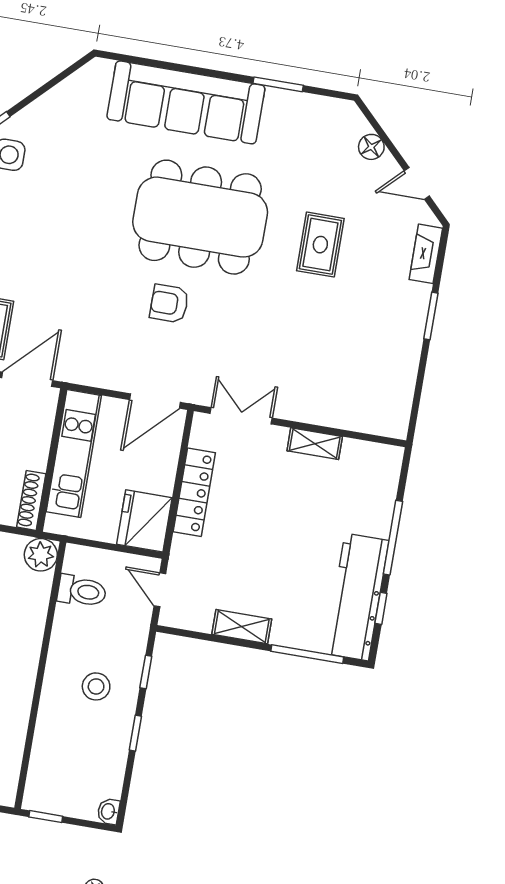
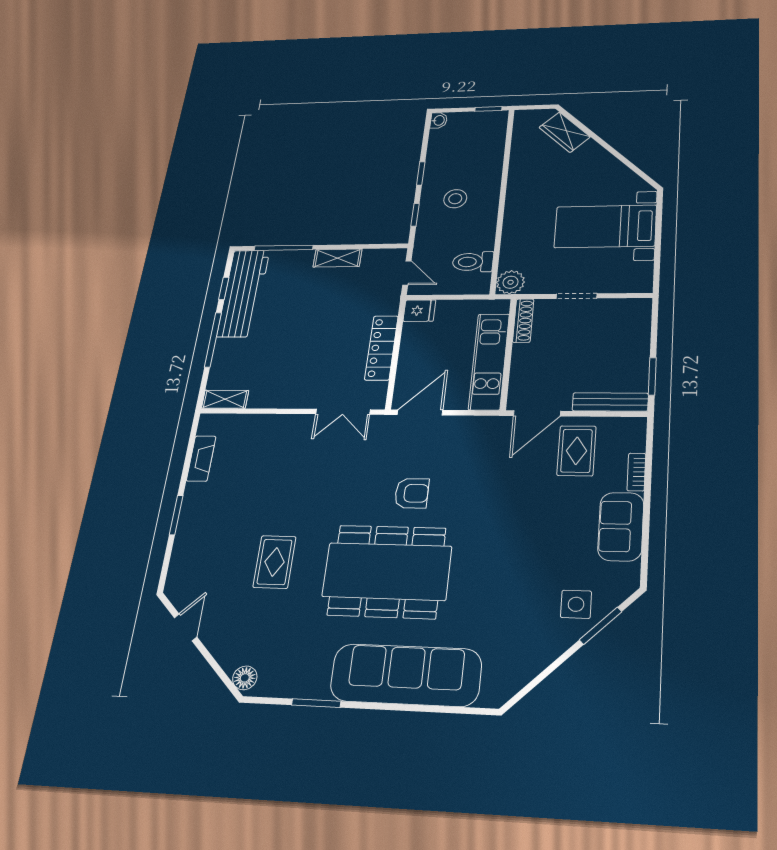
floor lamp: (371, 147) -> (245, 678), moved
door: (417, 183) -> (185, 627), hinge flipped
fireplace: (426, 254) -> (201, 459), moved
shelving: (315, 444) -> (225, 399), moved
fridge: (144, 521) -> (419, 311), width x0.53, depth x0.75

